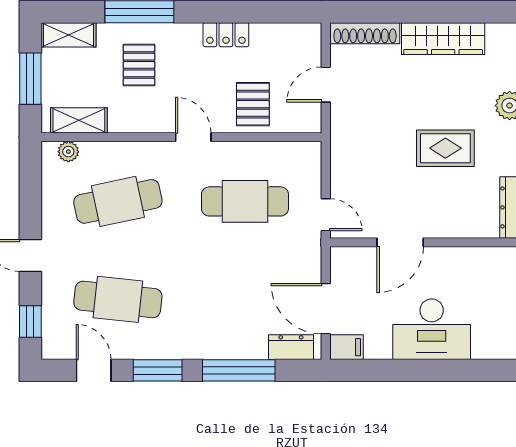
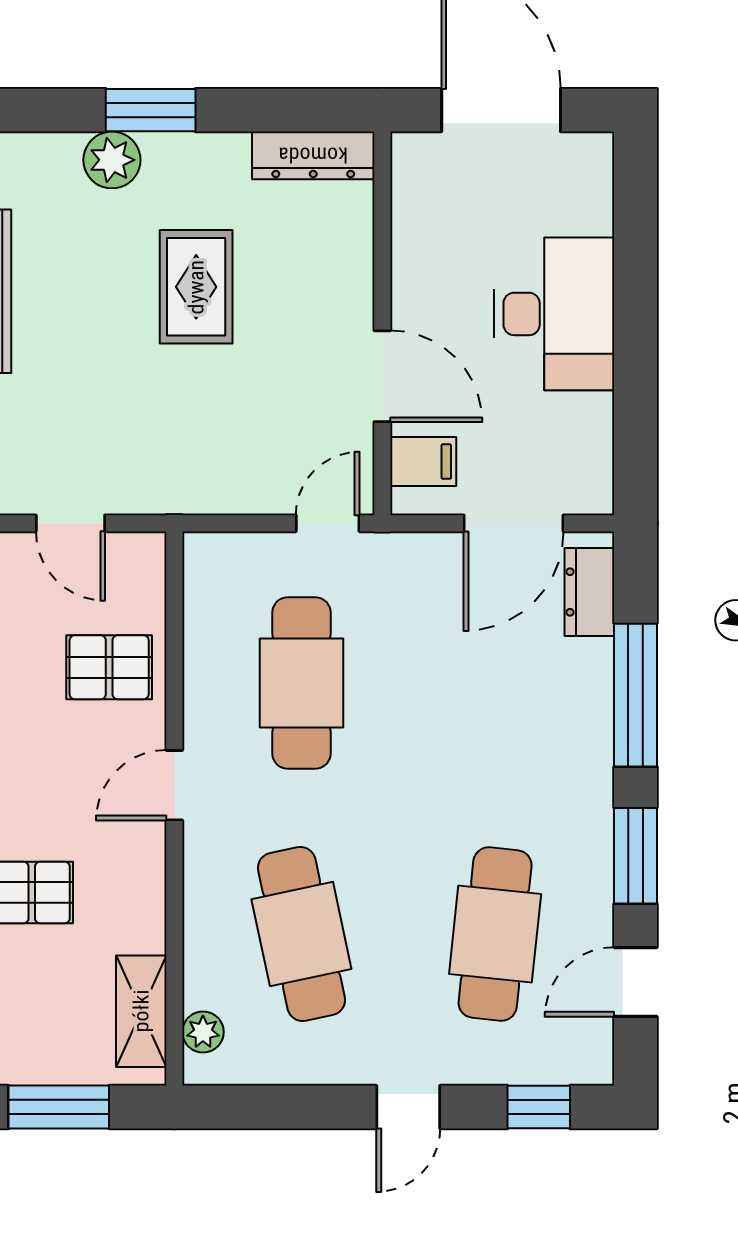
filing cabinet: (346, 347) -> (423, 461), moved, turned 90

